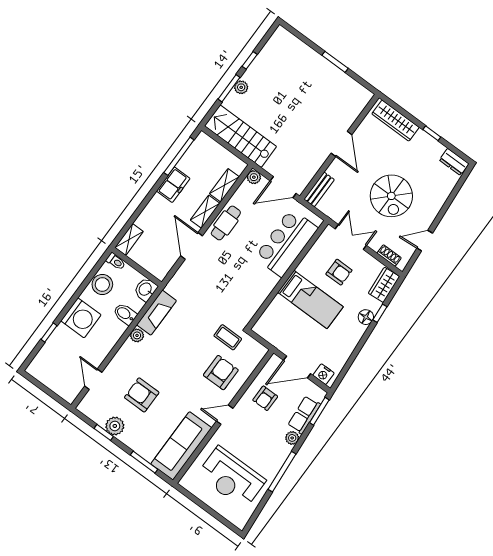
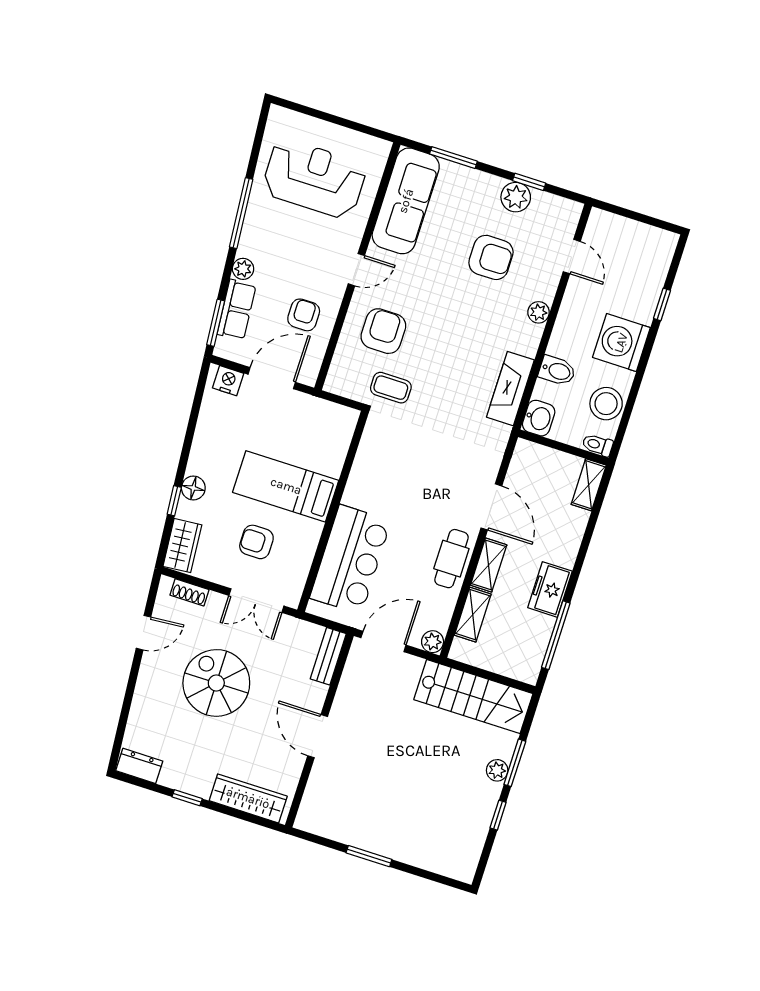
plant: (137, 335) -> (539, 312), moved
armchair: (221, 373) -> (383, 331), turned 180

